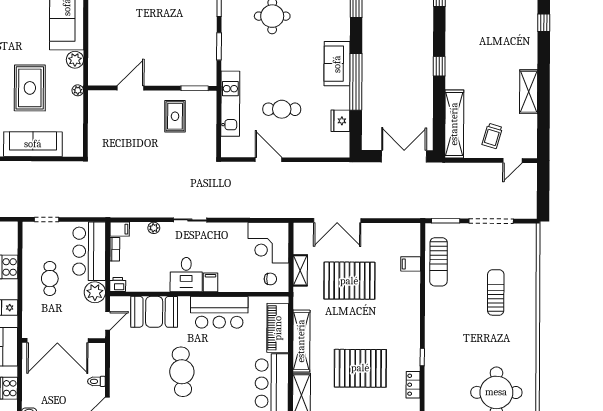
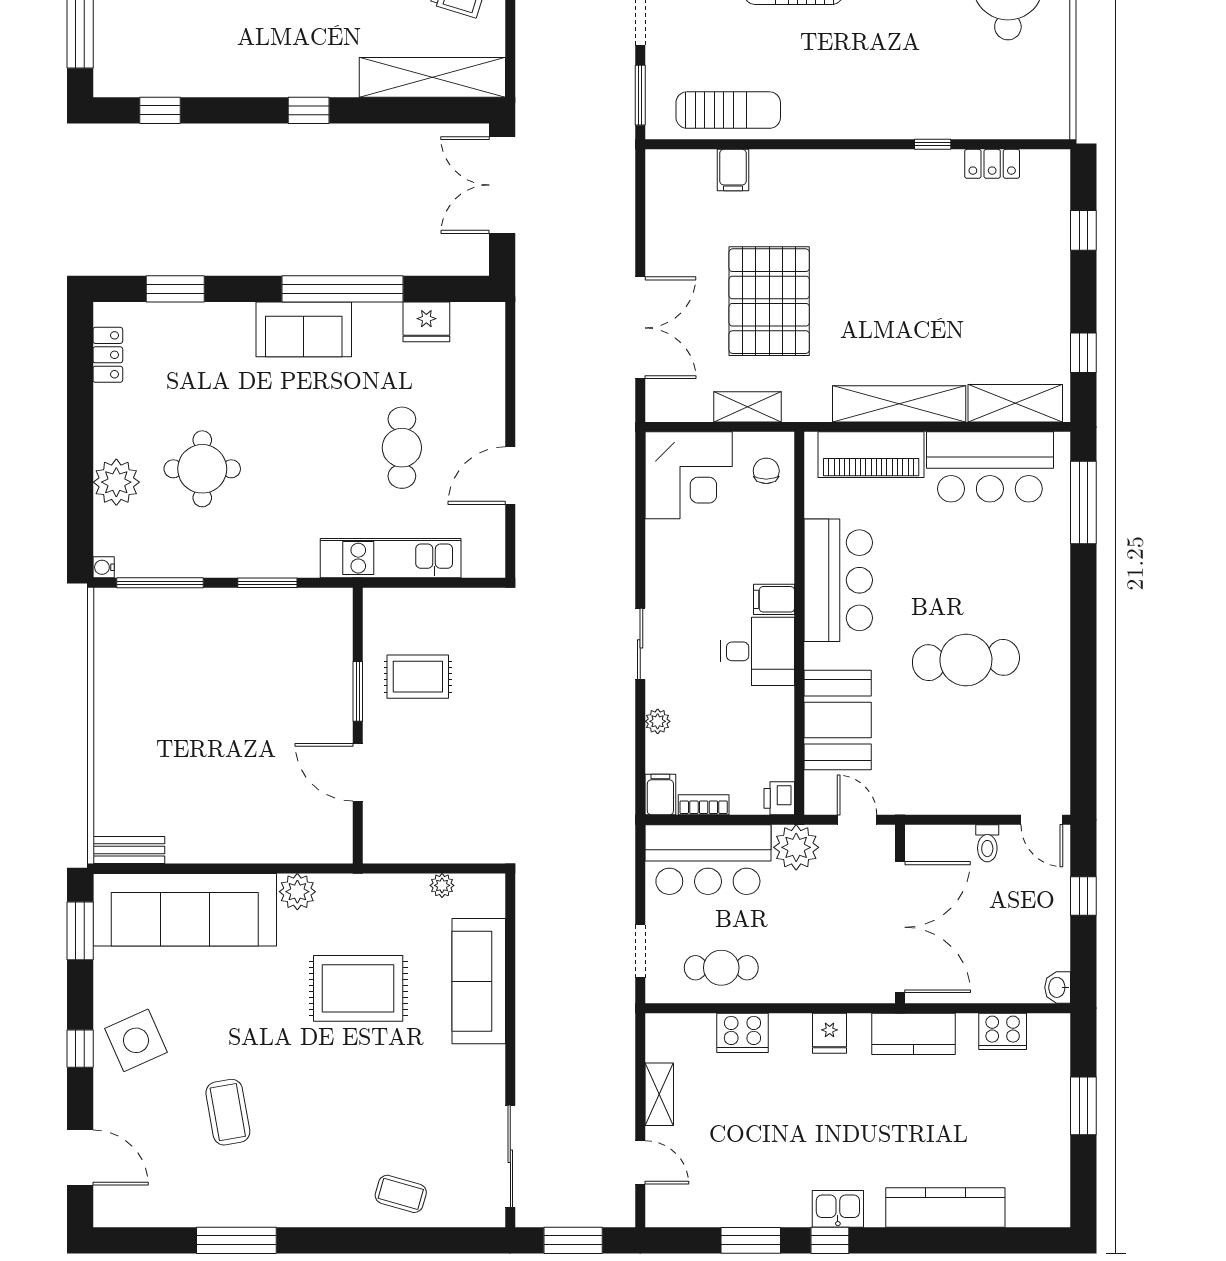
window: (195, 88) -> (358, 691), moved
plant: (78, 90) -> (442, 885), moved
cafe table: (50, 279) -> (721, 968), moved
pallet: (360, 368) -> (957, 277), removed

